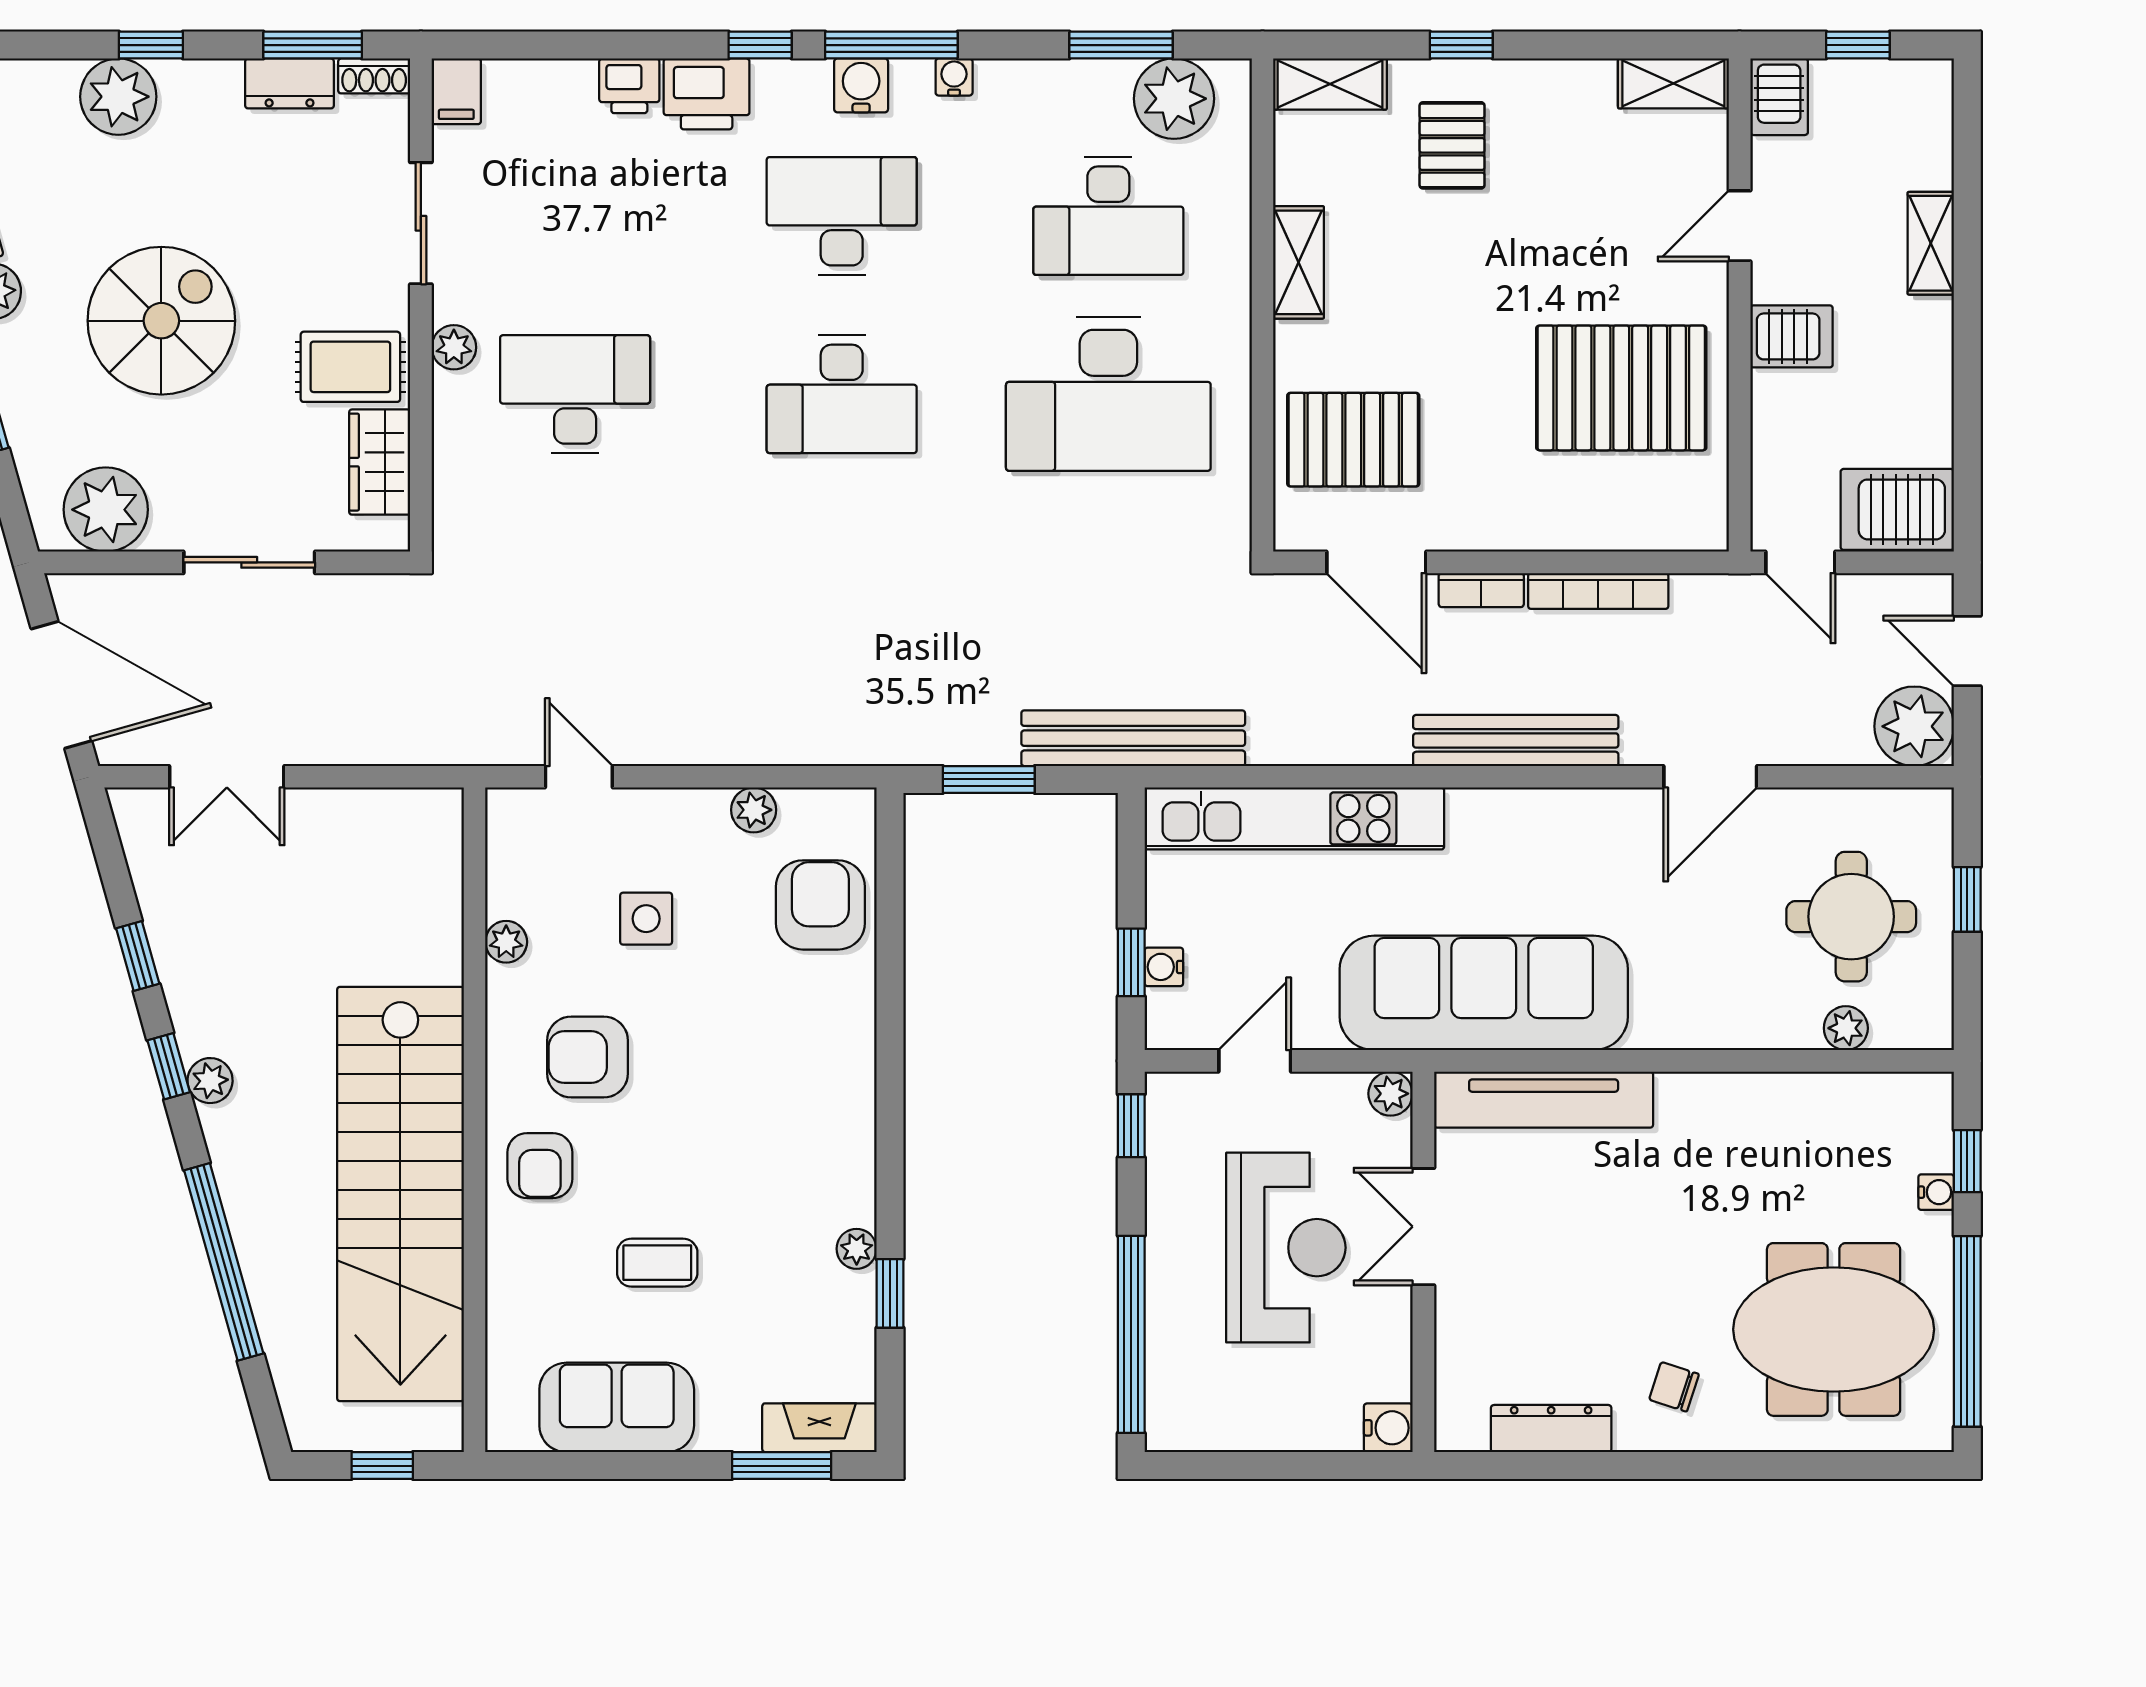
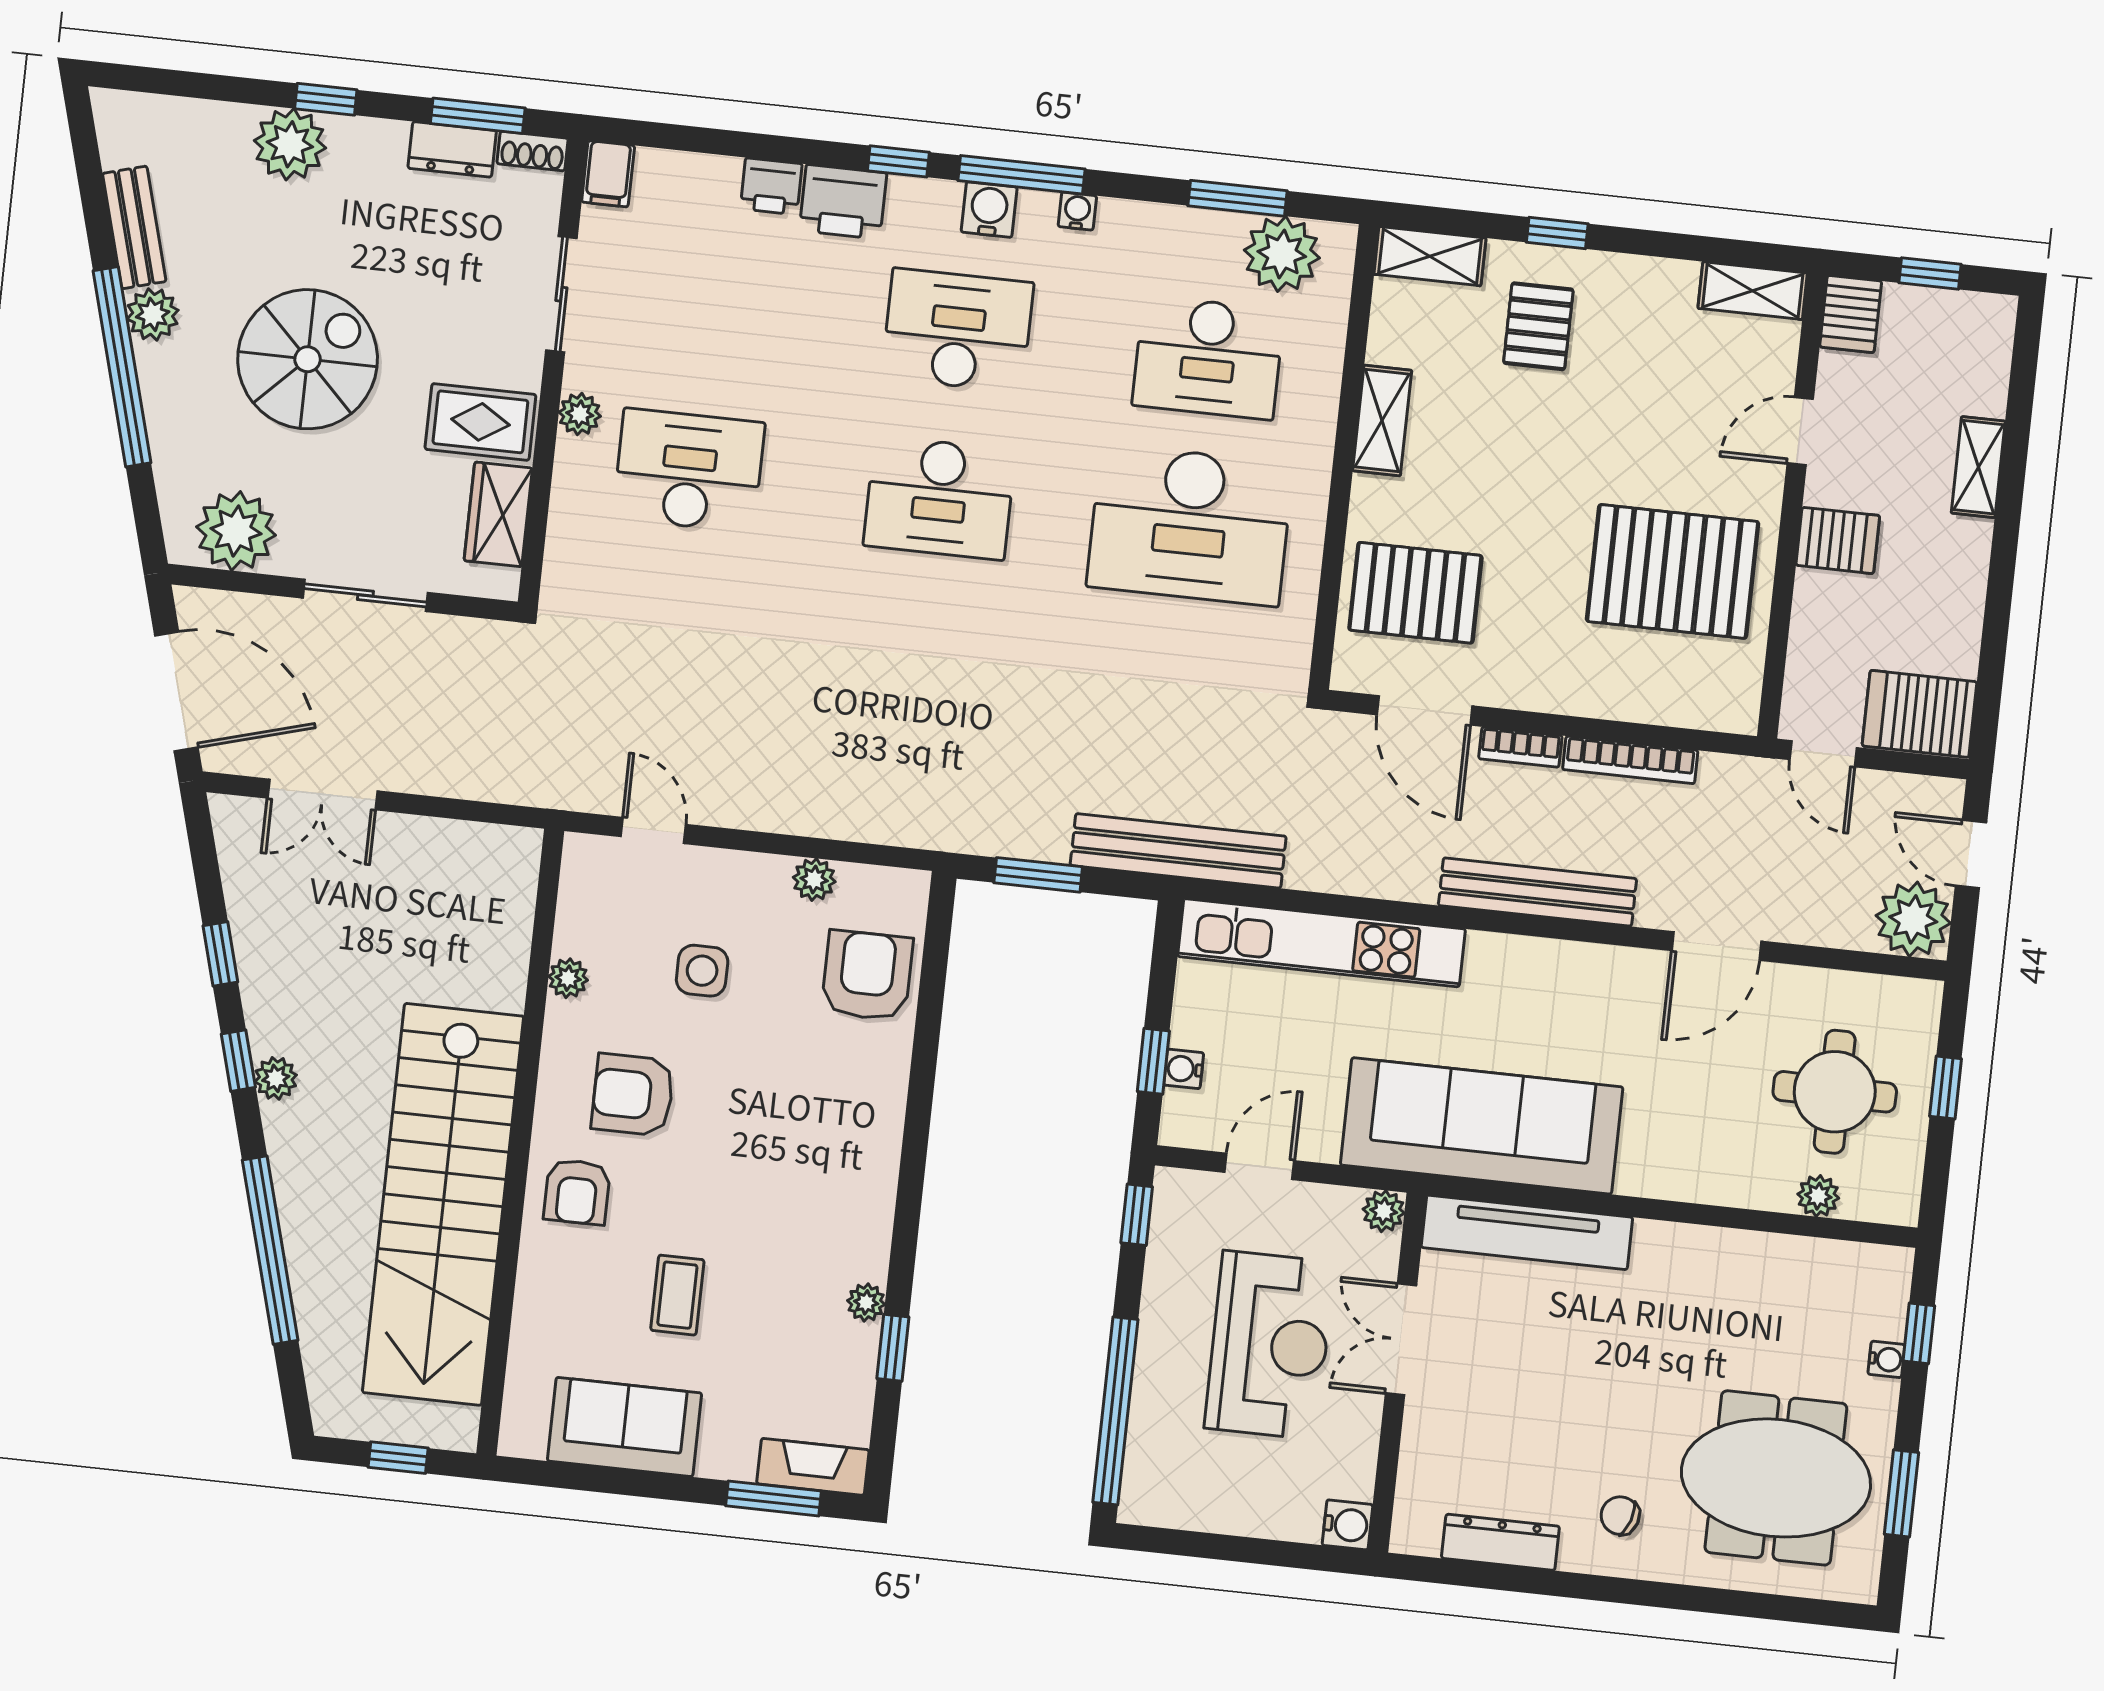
coffee table: (657, 1263) -> (677, 1295), turned 90
window: (1967, 1331) -> (1902, 1493), width x0.47

